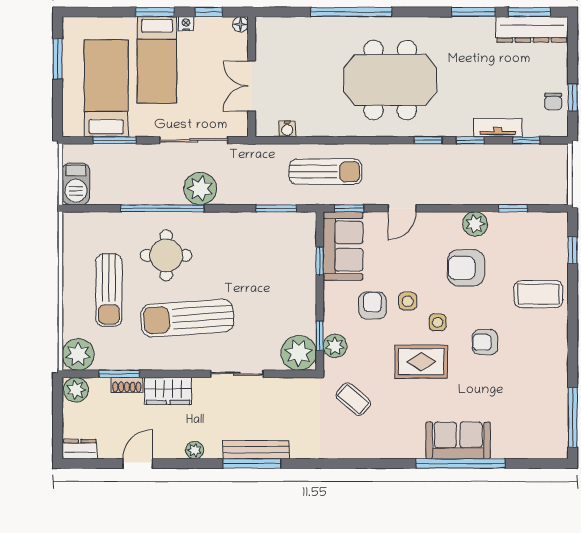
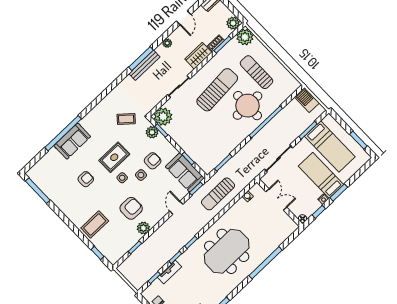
plant: (200, 189) -> (259, 143), removed
round table: (166, 255) -> (248, 106), width x1.36, depth x1.36
armchair: (372, 305) -> (153, 161), turned -90
armchair: (485, 342) -> (86, 179), moved

